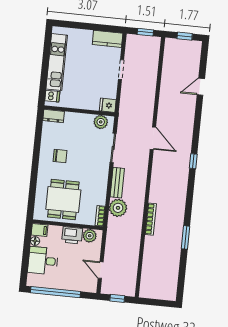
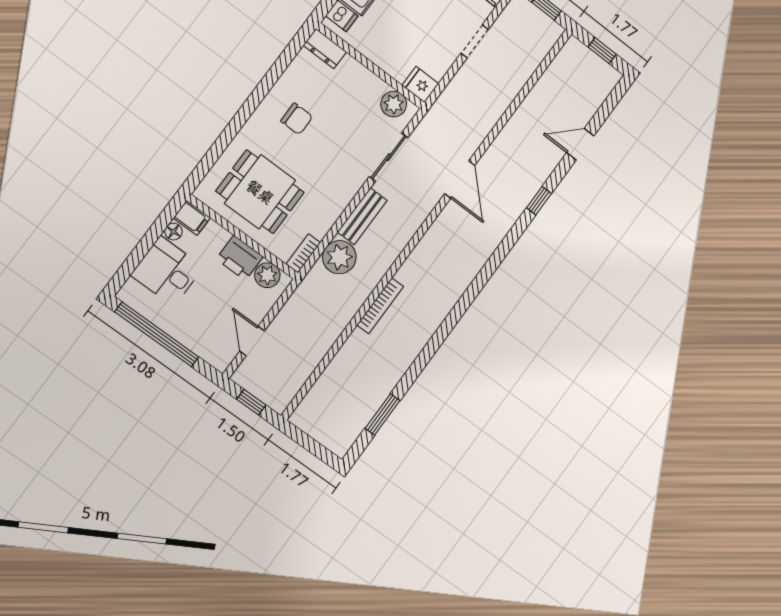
window: (193, 161) -> (539, 201), moved
dining table: (63, 200) -> (260, 192), turned 90
window: (186, 237) -> (383, 414), moved

